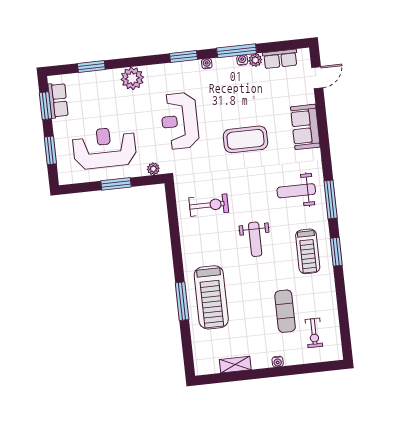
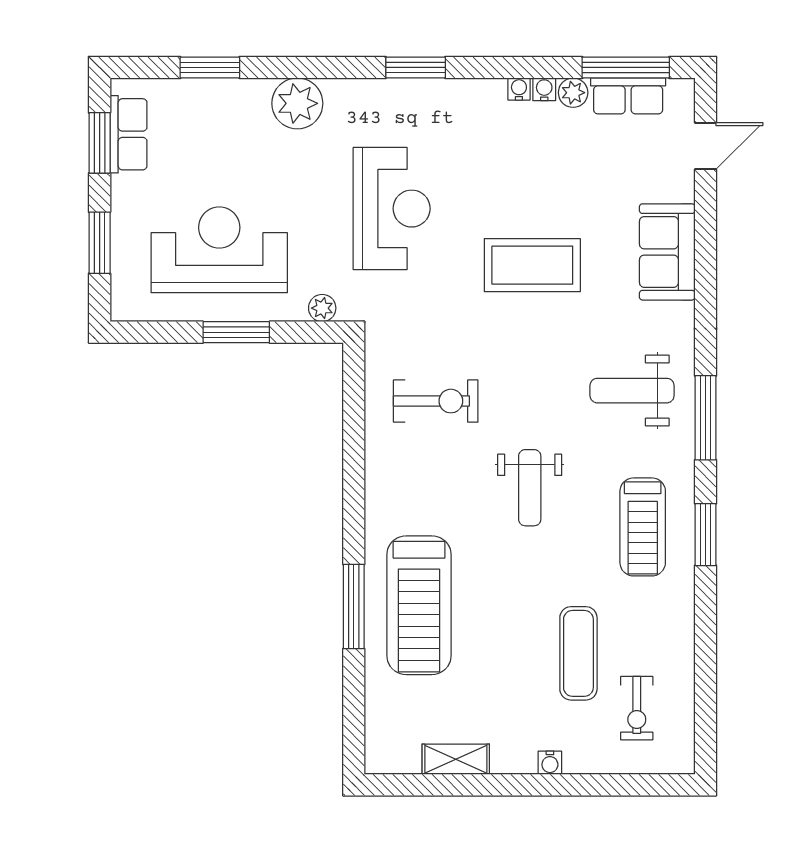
window: (237, 51) -> (626, 67), moved
water cooler: (207, 64) -> (519, 89), moved
reception desk: (180, 121) -> (392, 209), turned 180

